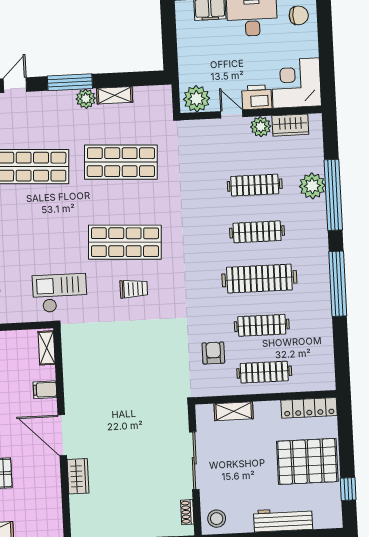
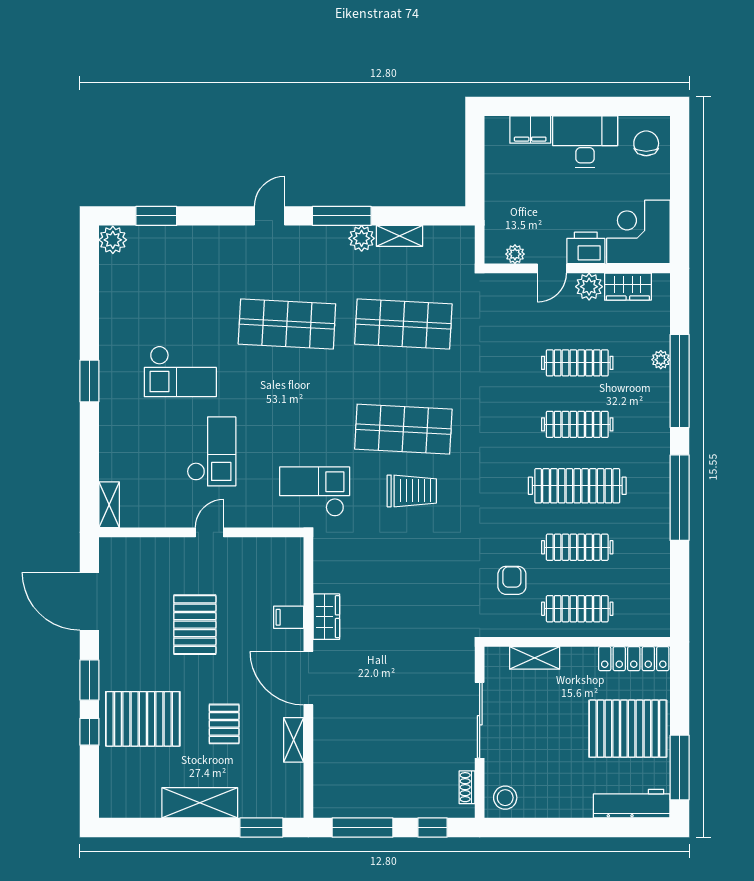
chair: (299, 15) -> (646, 143), turned -90
plant: (197, 99) -> (515, 254), width x0.53, depth x0.53
door: (232, 114) -> (552, 268), swing flipped
plant: (312, 186) -> (661, 360), width x0.53, depth x0.53
trolley: (134, 289) -> (412, 491), width x1.36, depth x1.39
shelving: (47, 348) -> (294, 740), moved
wardrobe: (78, 476) -> (326, 617), moved
window: (348, 489) -> (680, 768), width x2.17
workbench: (283, 520) -> (632, 804), moved

